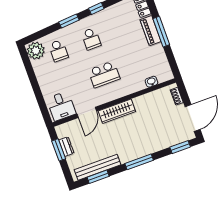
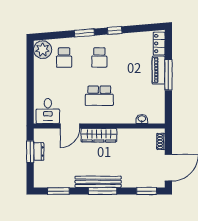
bench: (98, 167) -> (98, 182), moved

